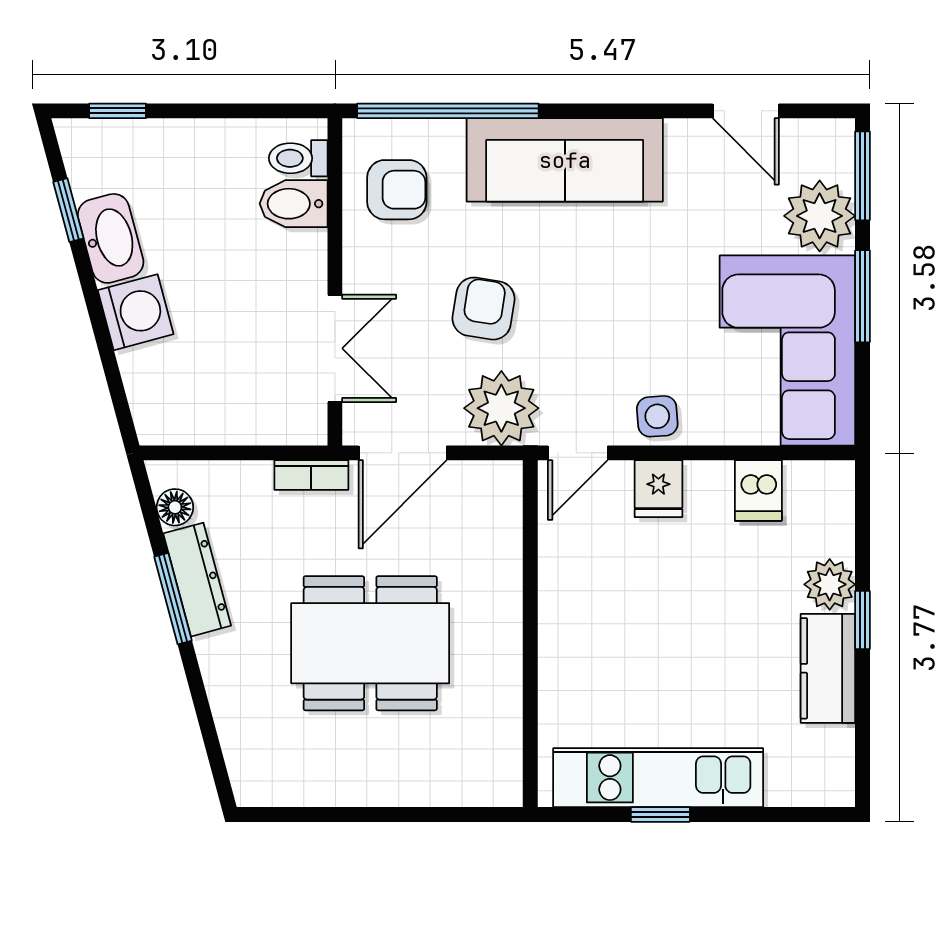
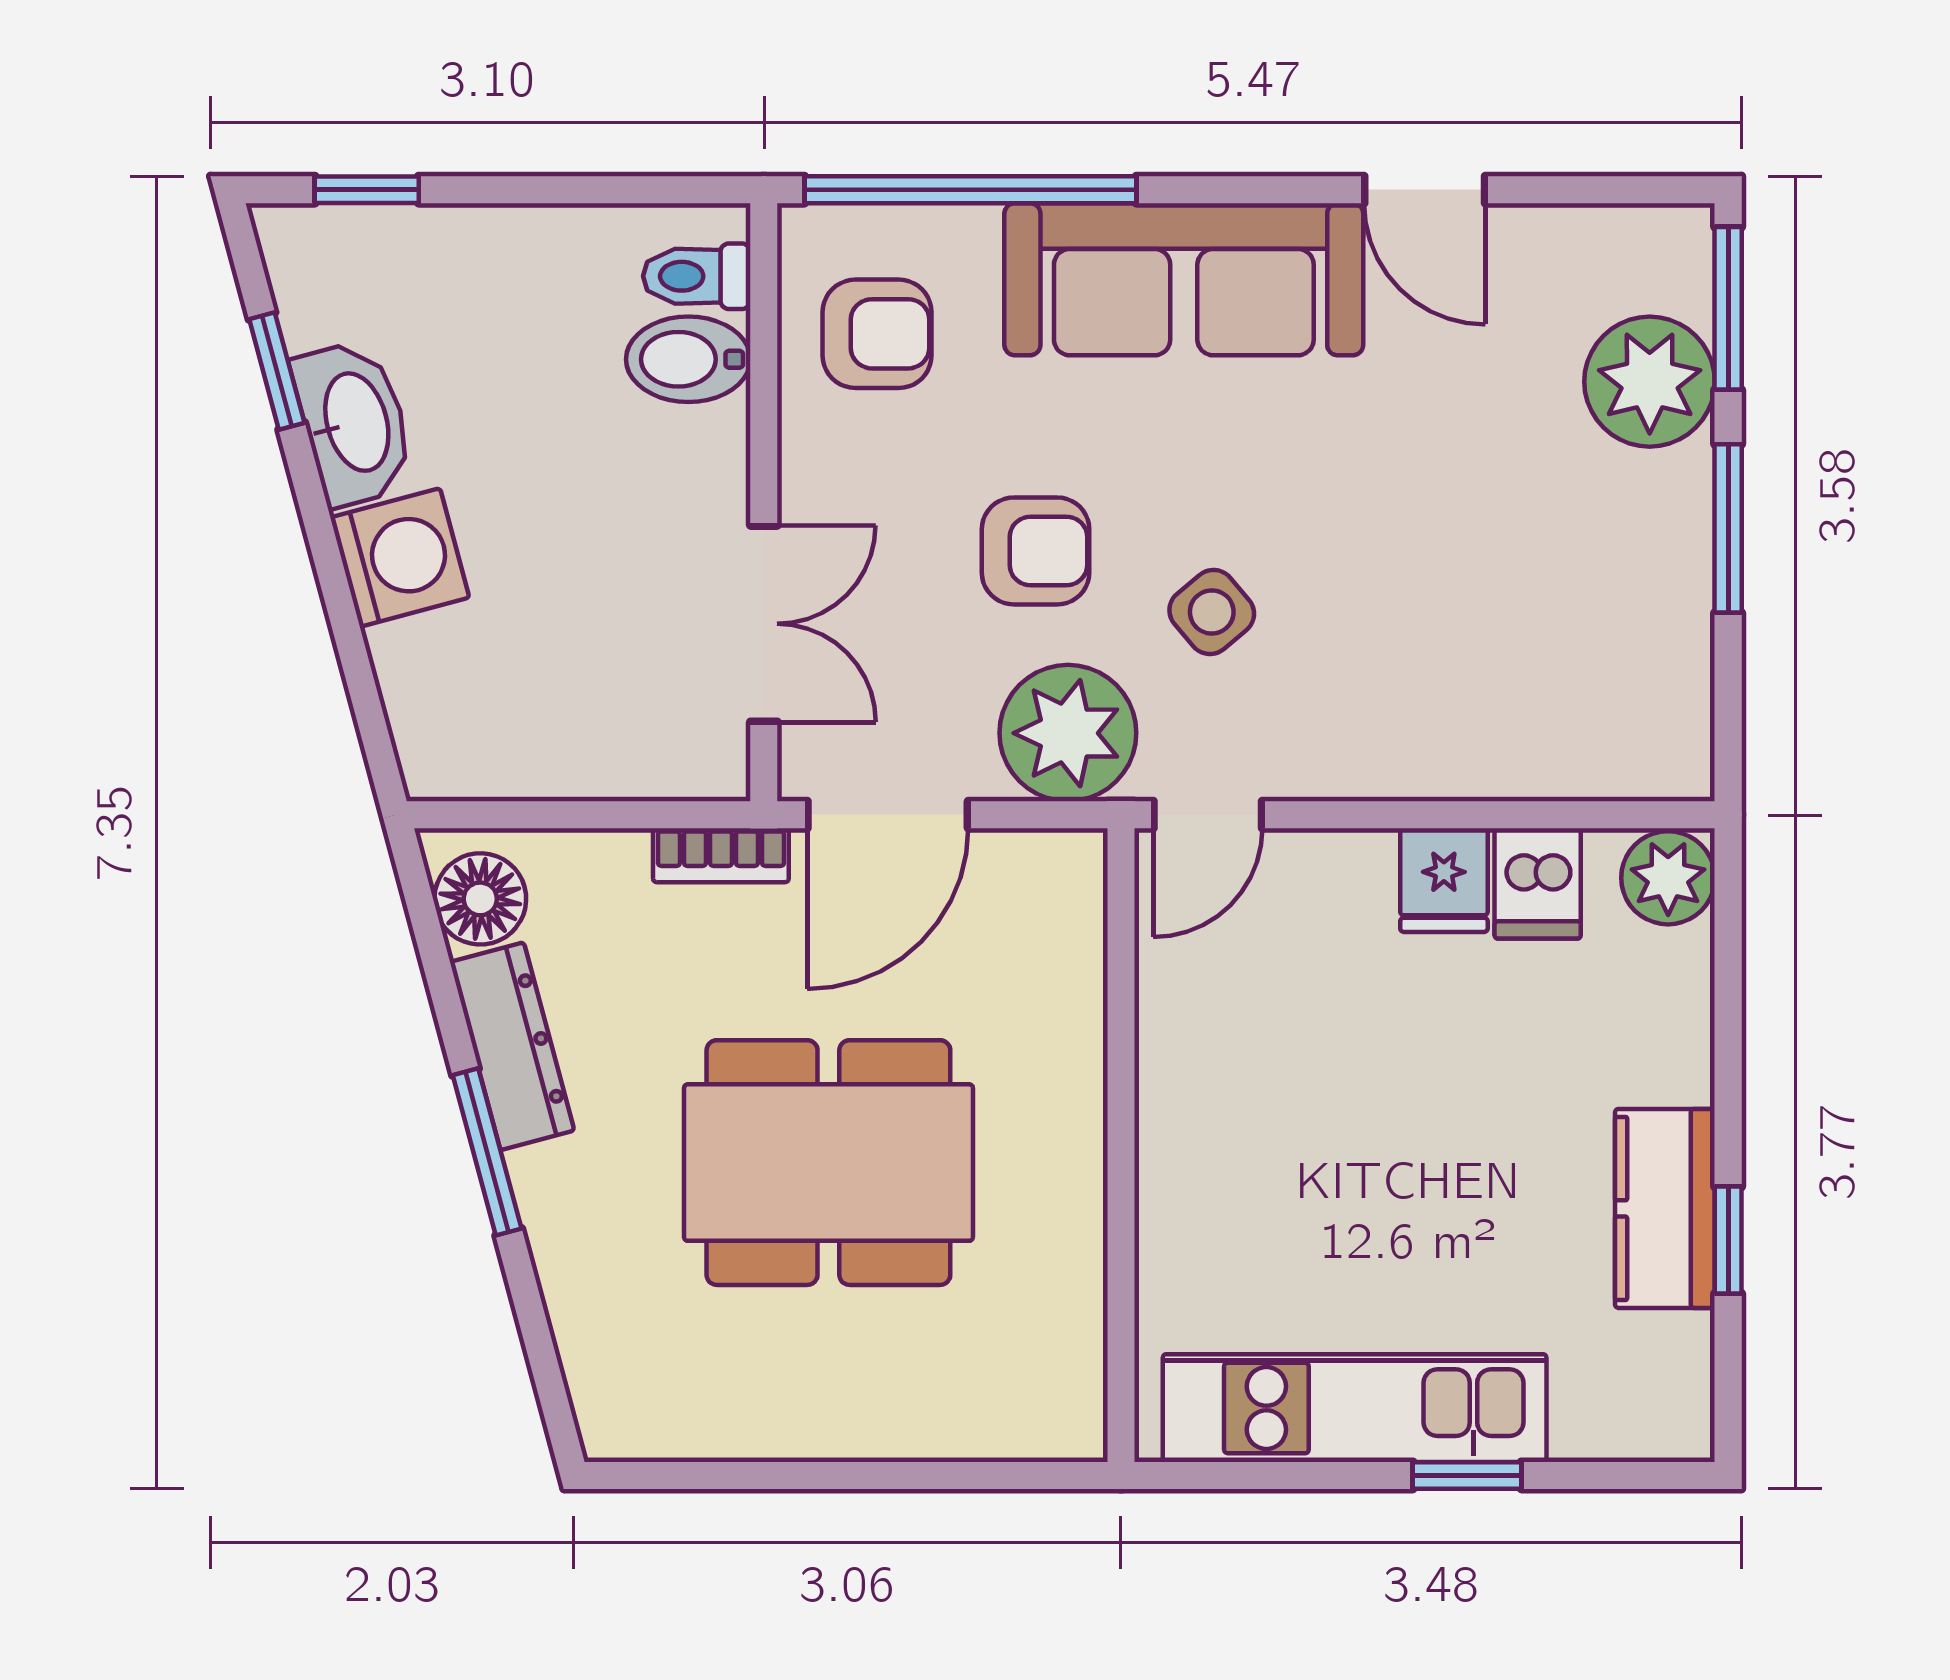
door: (746, 111) -> (1425, 190), moved
armchair: (484, 309) -> (1036, 551), turned 81
corner sofa: (787, 351) -> (1591, 628), removed
side table: (657, 416) -> (1212, 612), moved, turned -36
fridge: (658, 489) -> (1444, 880), moved
floor lamp: (175, 507) -> (480, 899), width x1.37, depth x1.37
plant: (830, 584) -> (1668, 878), moved
window: (173, 599) -> (487, 1152), moved
window: (863, 620) -> (1728, 1240), moved
window: (660, 814) -> (1467, 1475), moved

